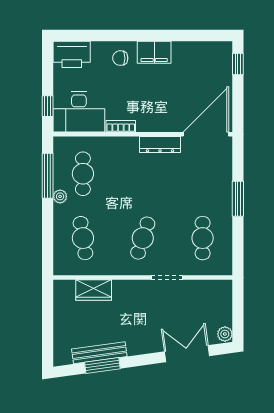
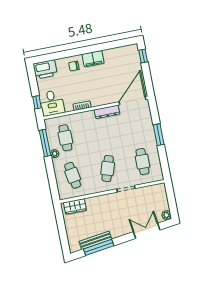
desk: (79, 112) -> (52, 103), width x0.73
wardrobe: (94, 290) -> (75, 206), moved
window: (102, 366) -> (99, 247), width x1.44

